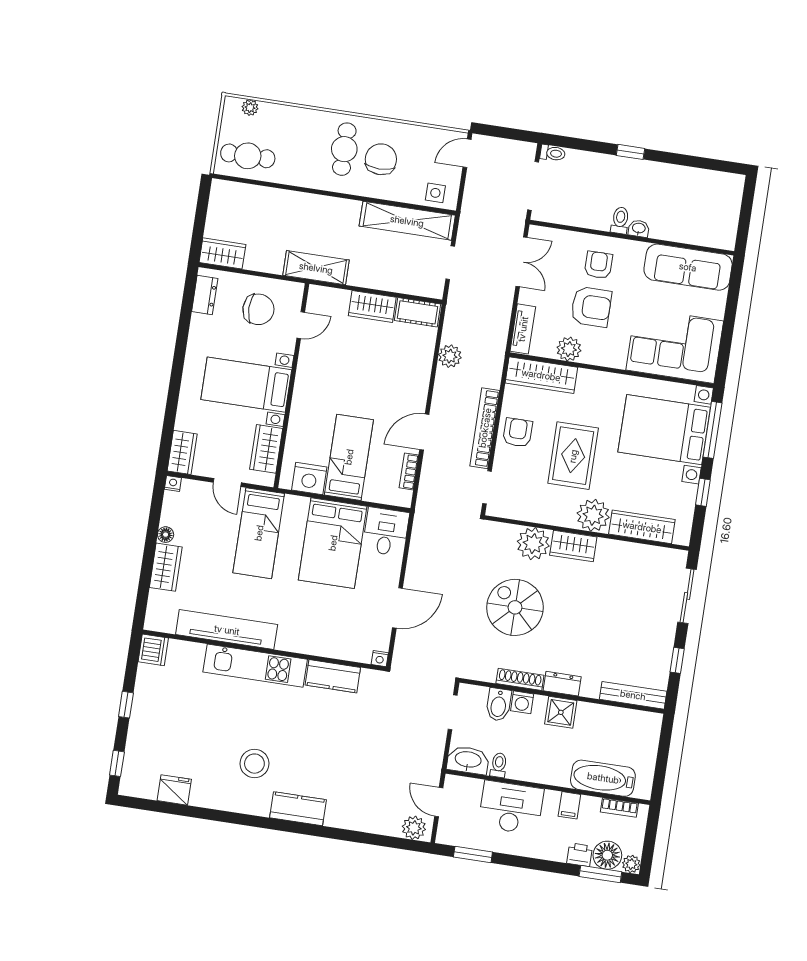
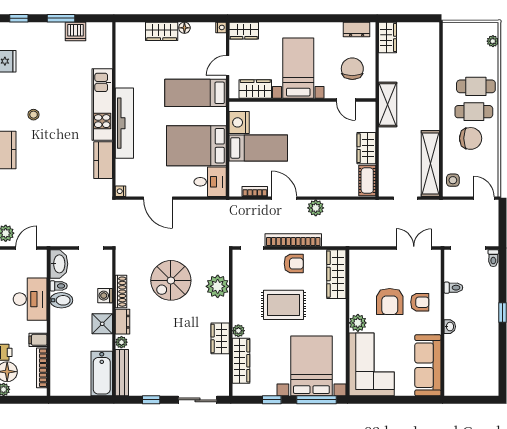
cafe table: (248, 156) -> (476, 86), moved, turned 90
toilet: (620, 220) -> (453, 288), moved
double door: (522, 262) -> (414, 248), swing flipped
chair: (258, 309) -> (352, 69), turned 180
tv unit: (523, 329) -> (367, 256), removed
plant: (569, 349) -> (358, 323), moved
plant: (450, 356) -> (316, 208), moved
plant: (593, 515) -> (238, 331), width x0.53, depth x0.53
wardrobe: (573, 546) -> (220, 338), moved
spiral stairs: (515, 607) -> (171, 280), turned 180
tv unit: (227, 630) -> (124, 123), moved
dishwasher: (153, 650) -> (76, 32), moved
plant: (591, 690) -> (121, 342), added
window: (126, 705) -> (61, 18), width x1.50
bidet: (499, 705) -> (61, 300), moved, turned 180
stool: (254, 764) -> (34, 115), width x0.53, depth x0.53
bathtub: (603, 778) -> (102, 373), moved, turned 180
bookcase: (619, 808) -> (42, 368), width x1.56

